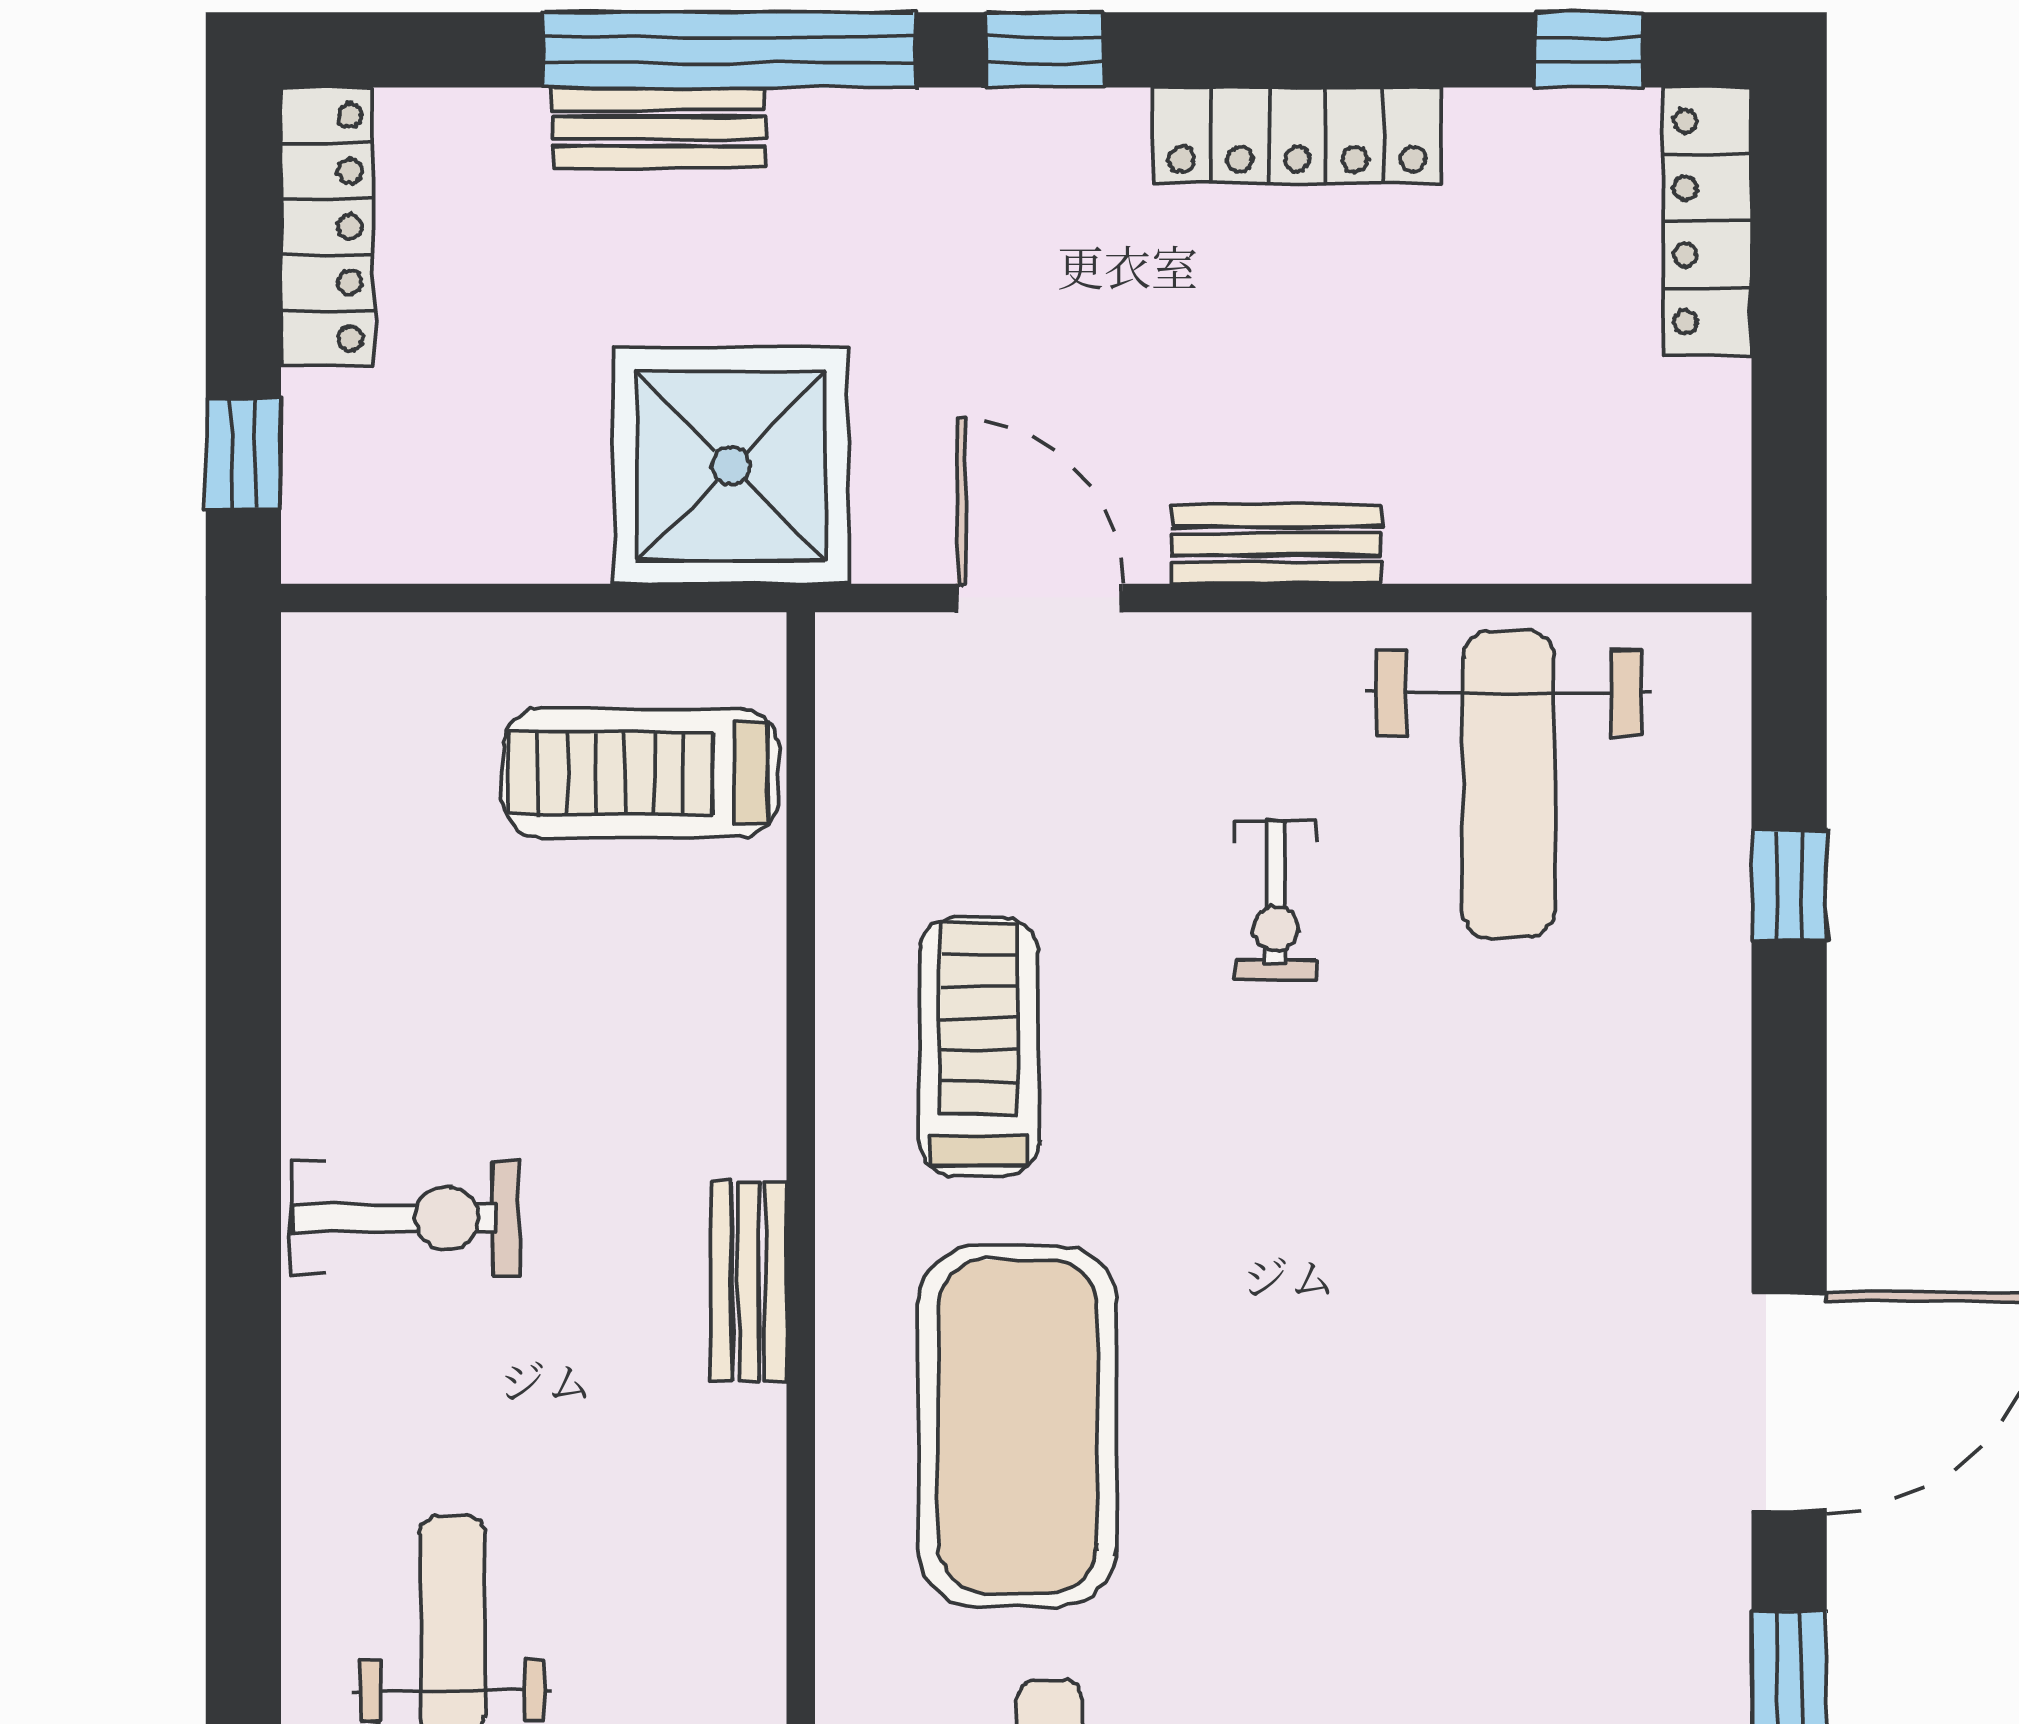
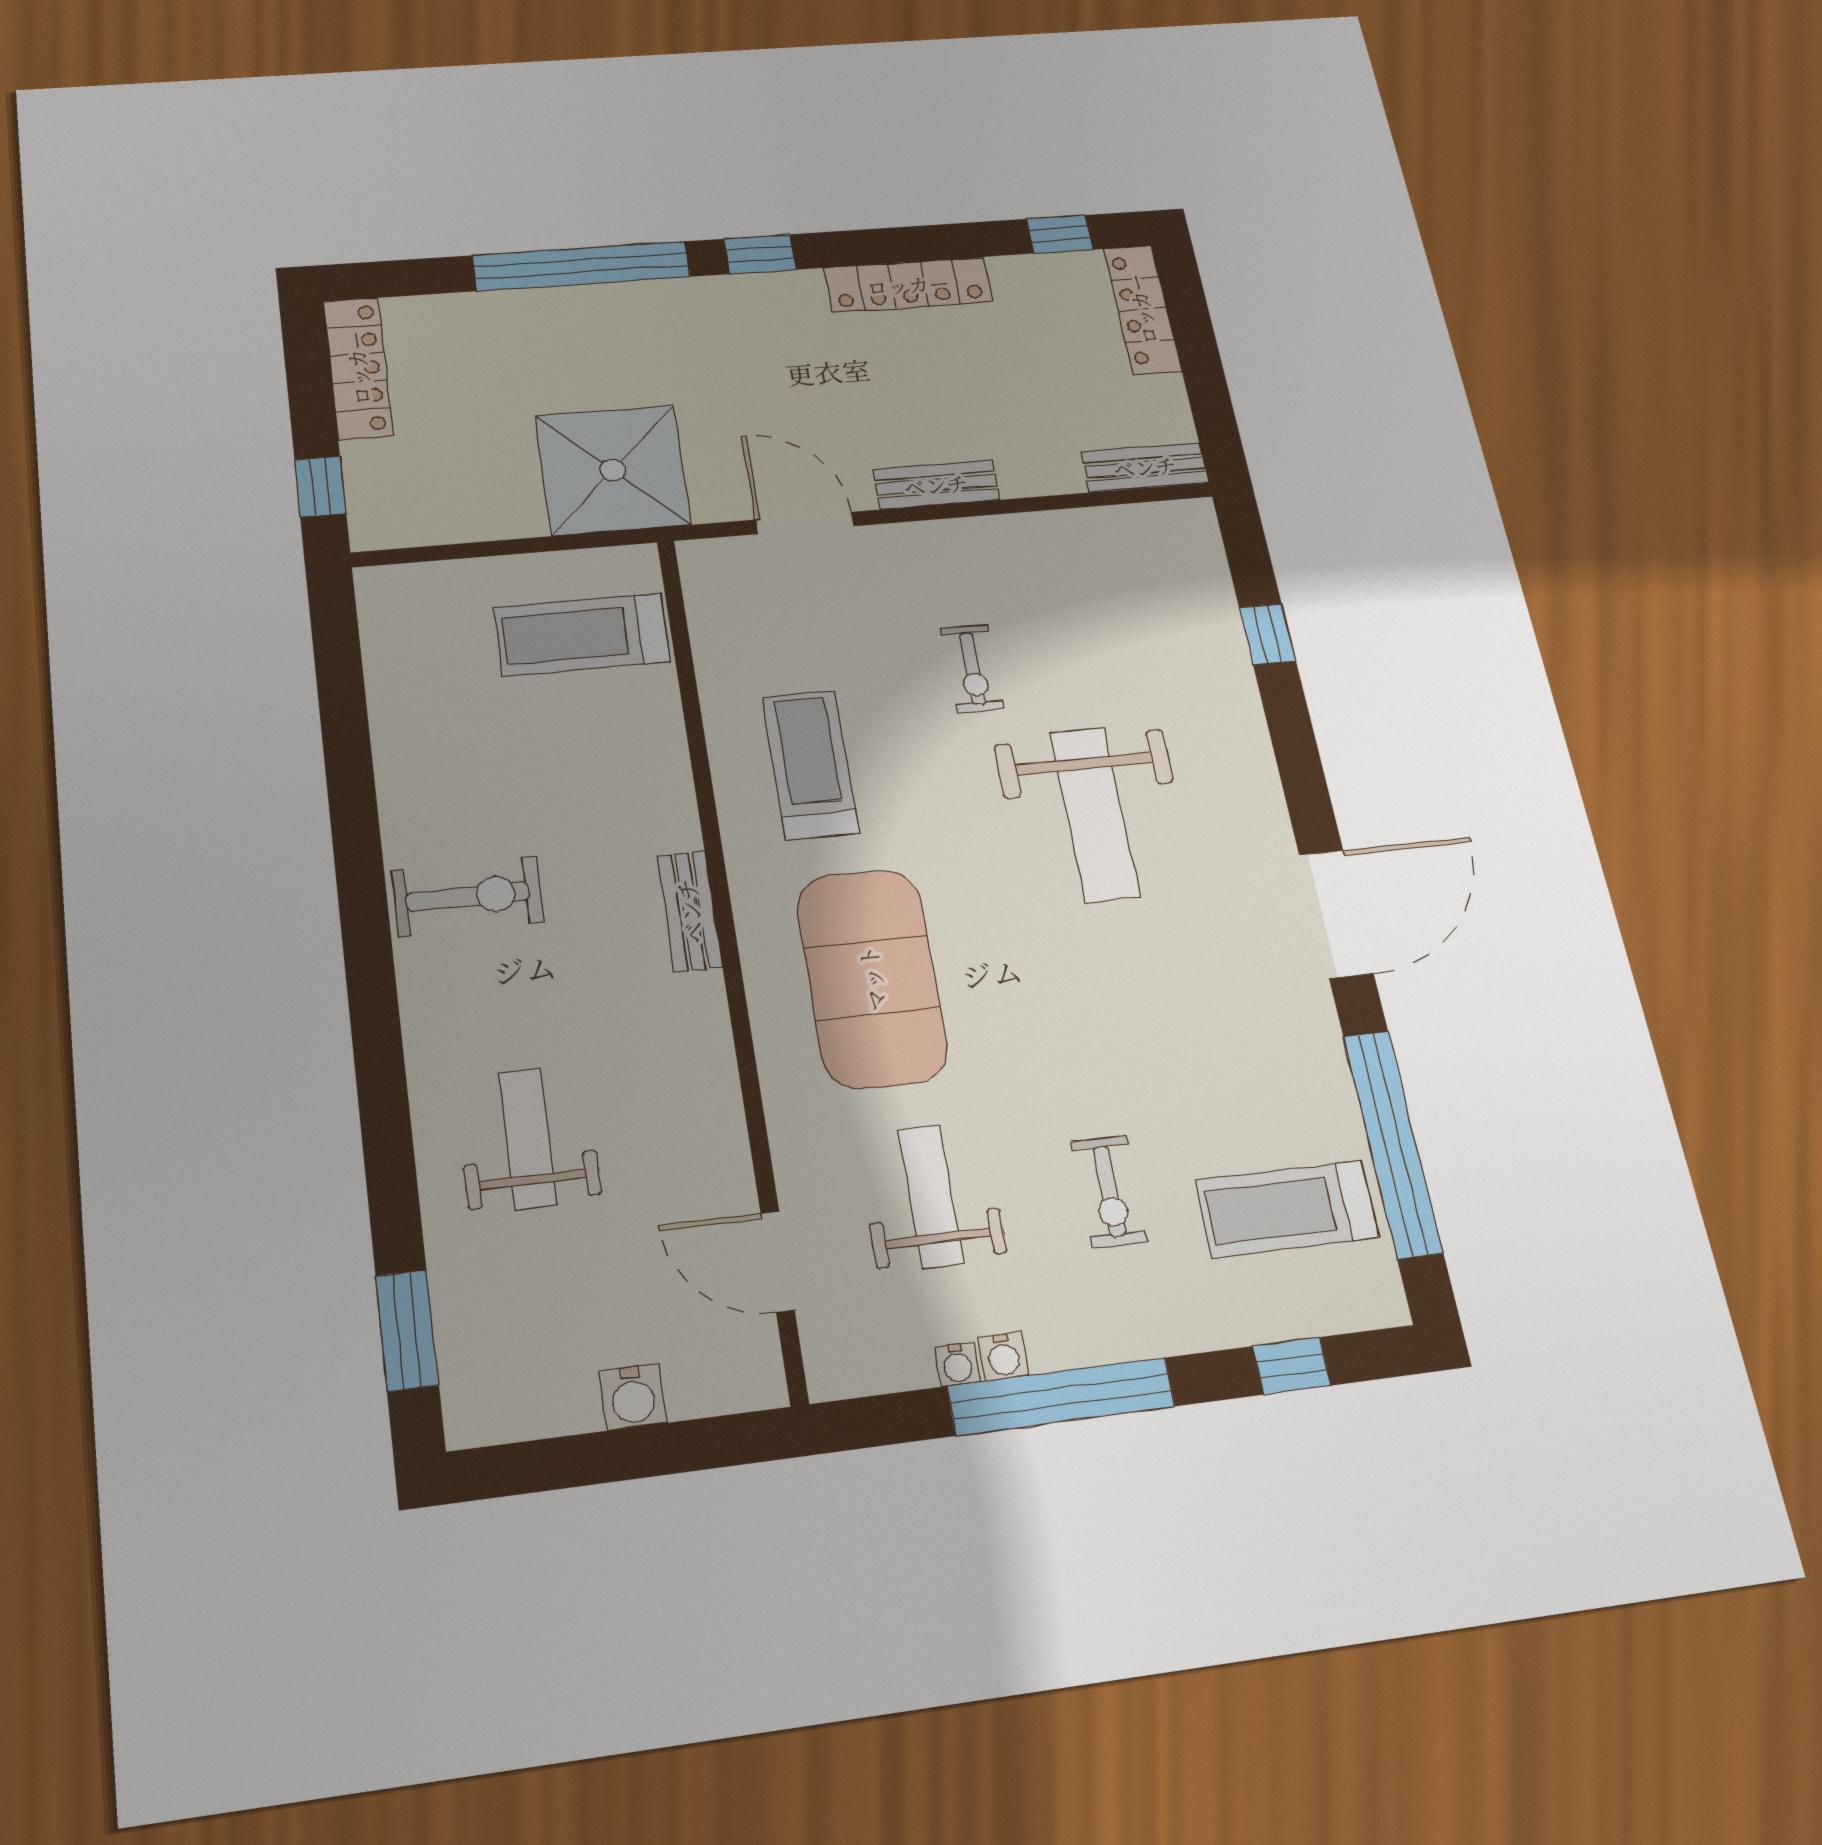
bench: (659, 128) -> (1145, 467), moved
weight bench: (1509, 785) -> (1095, 814), moved

